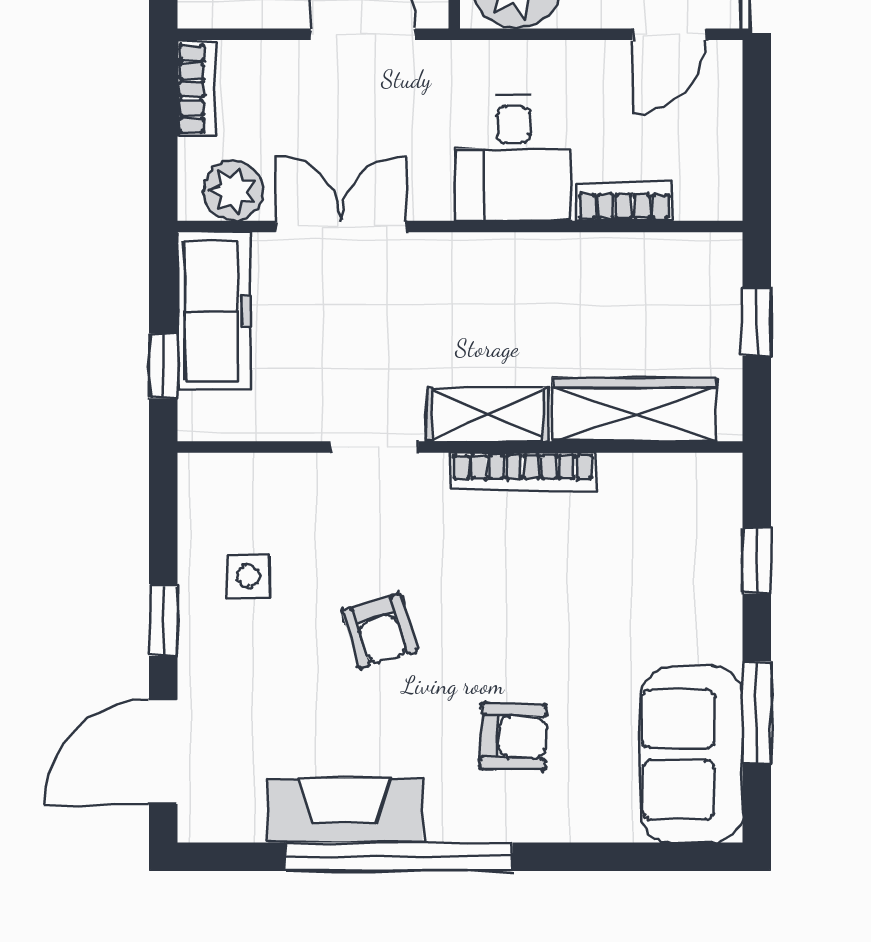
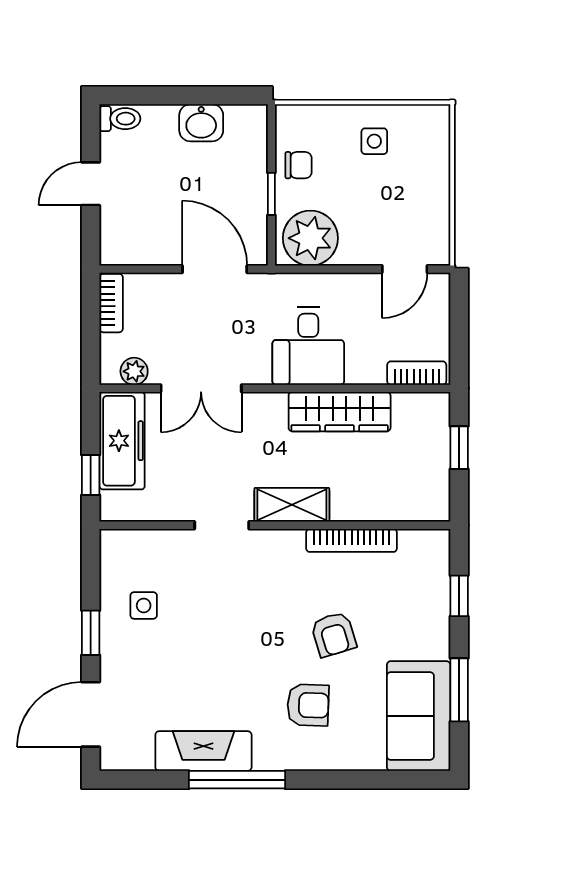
plant: (233, 191) -> (134, 371), width x0.73, depth x0.73
bookcase: (624, 202) -> (417, 373), moved
double door: (341, 227) -> (201, 388), swing flipped
wardrobe: (634, 410) -> (340, 412), moved, turned 180
bookcase: (523, 471) -> (352, 540), moved
armchair: (380, 631) -> (334, 634), moved
window: (399, 857) -> (237, 780), width x0.68

